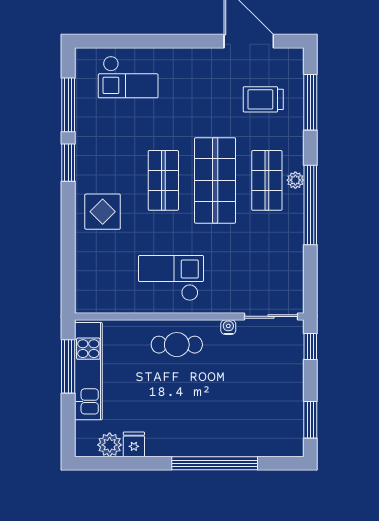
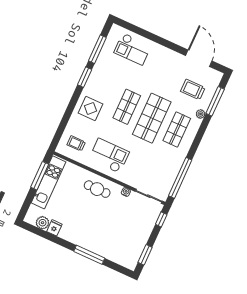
plant: (295, 180) -> (201, 114), moved
window: (310, 205) -> (180, 178), moved
trolley: (105, 283) -> (76, 143), added
window: (215, 463) -> (89, 255), width x0.68

